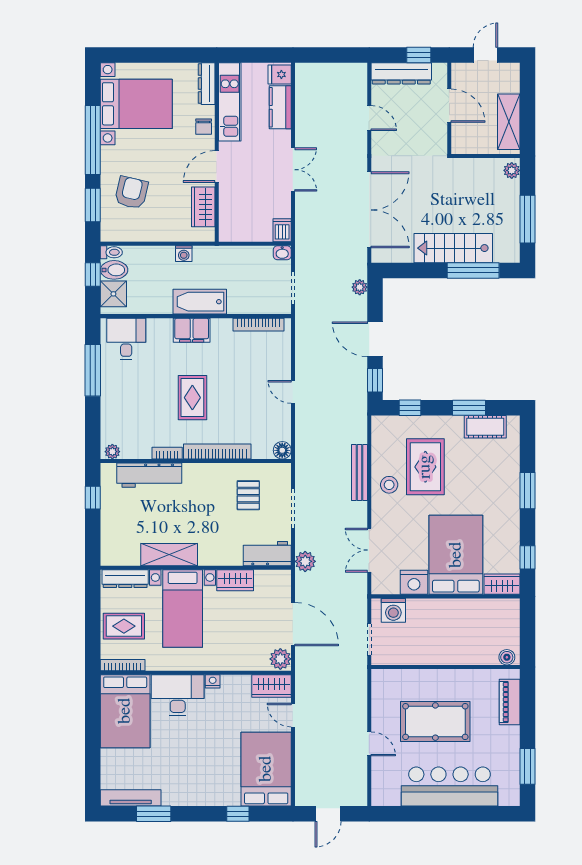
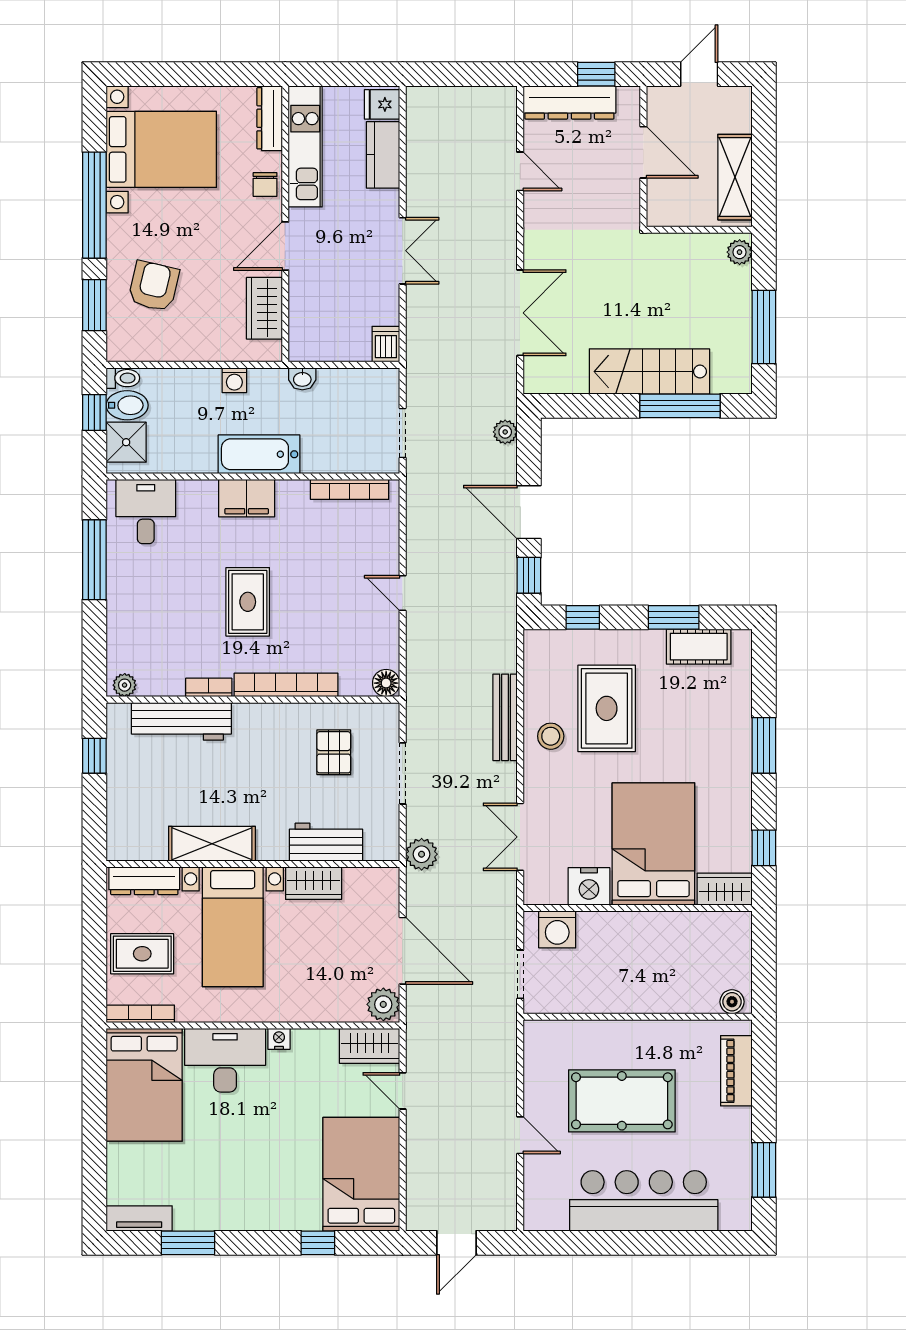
double door: (369, 210) -> (520, 313), width x0.73
washbasin: (282, 253) -> (302, 379), moved
workbench: (267, 554) -> (326, 842), moved
tv unit: (131, 798) -> (139, 1218), width x0.71

